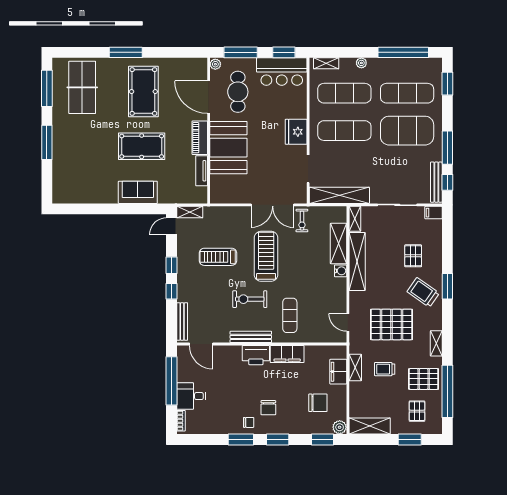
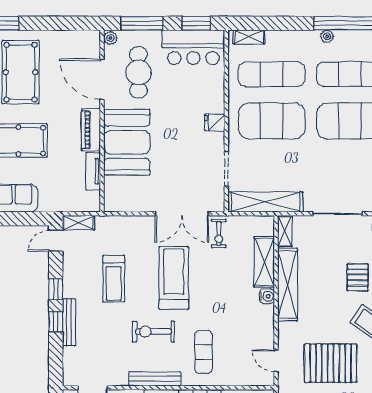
plant: (361, 63) -> (327, 36), moved
exercise mat: (344, 131) -> (272, 121), width x1.47
fridge: (296, 132) -> (215, 122), width x0.53, depth x0.75
treadmill: (218, 257) -> (114, 279), turned -90
bench: (182, 321) -> (69, 322), moved

